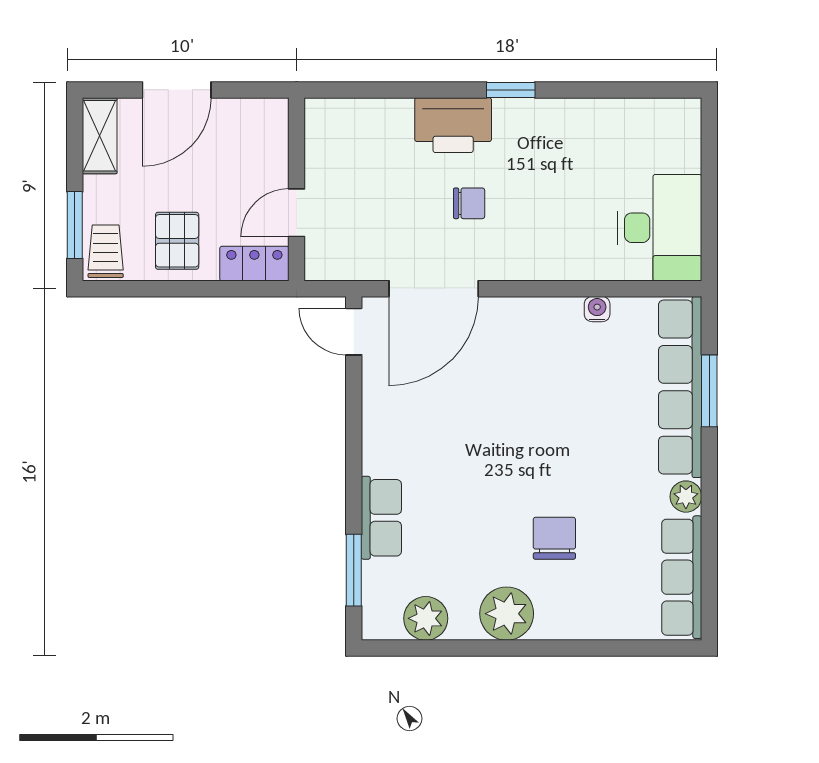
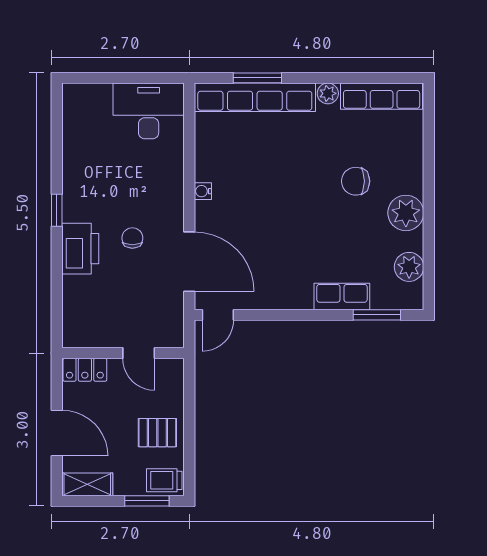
locker: (254, 264) -> (85, 370), moved, turned -90
water cooler: (597, 309) -> (203, 191), moved

